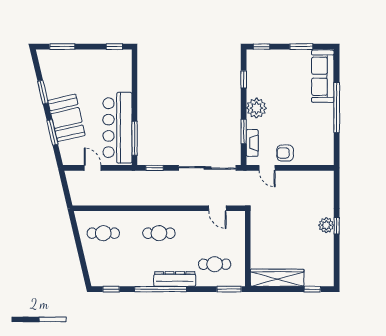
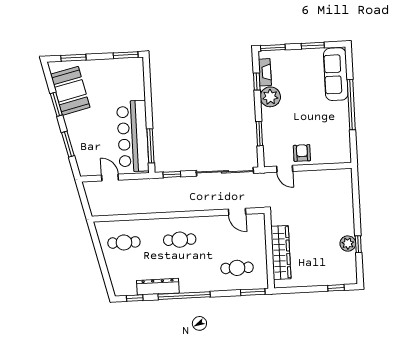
window: (114, 47) -> (126, 55), width x1.50
window: (261, 47) -> (273, 48), width x1.50
plant: (256, 108) -> (270, 97), moved
booth: (66, 118) -> (70, 91), moved
fireplace: (252, 143) -> (265, 72), moved
armchair: (285, 153) -> (302, 153), turned 90
plant: (326, 225) -> (348, 244), moved
window: (337, 226) -> (358, 244), moved
wardrobe: (277, 278) -> (281, 253), moved, turned 90
dresser: (175, 279) -> (158, 287), moved

